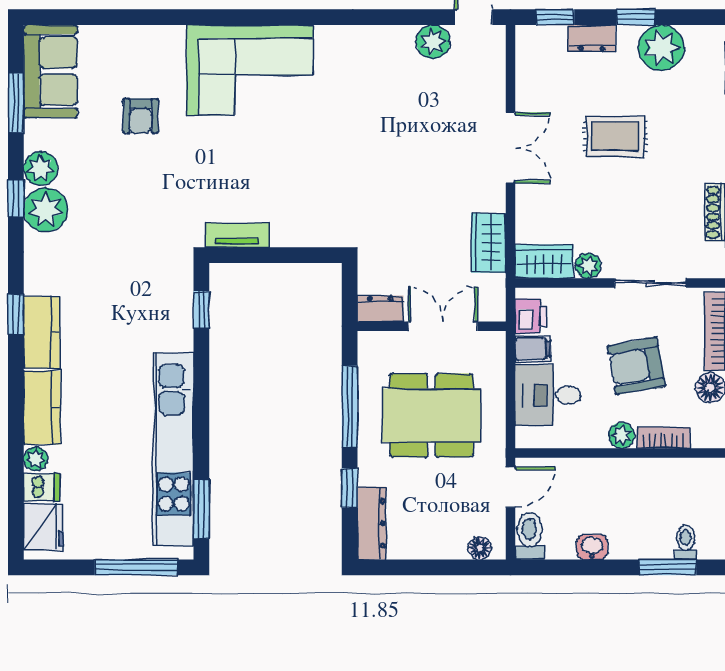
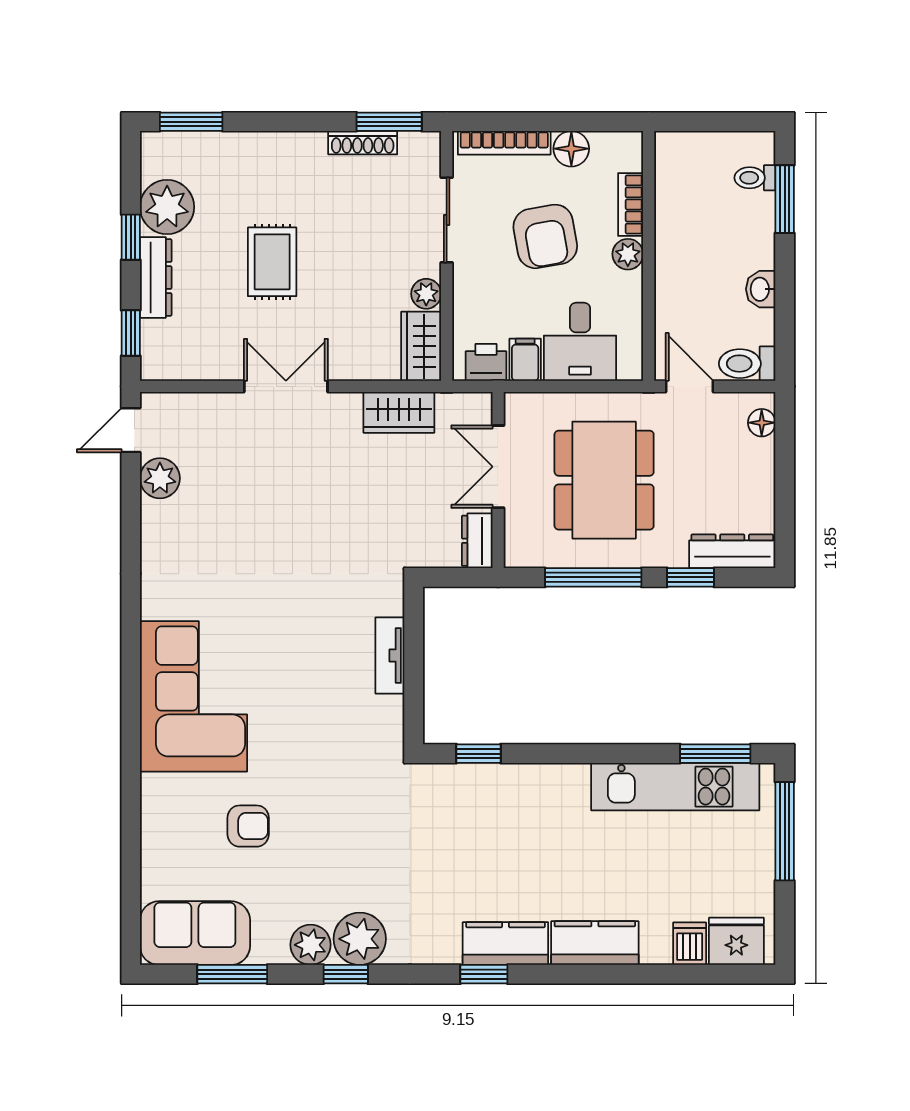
dresser: (592, 38) -> (156, 277), width x1.44
tv unit: (237, 235) -> (390, 655), moved
kitchen unit: (174, 449) -> (675, 787), width x0.73
plant: (36, 459) -> (656, 951), removed

